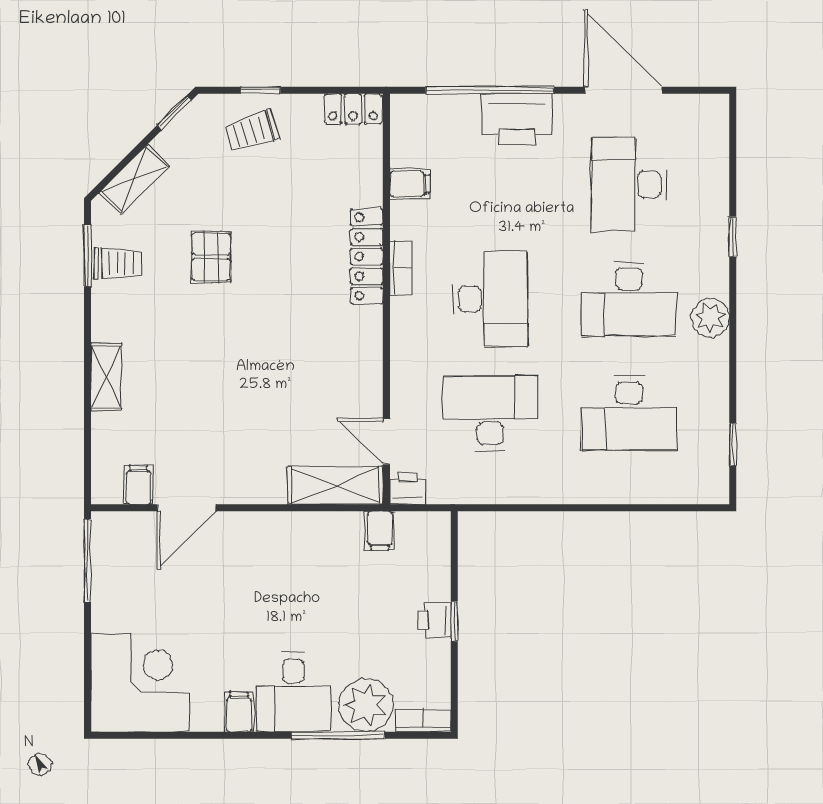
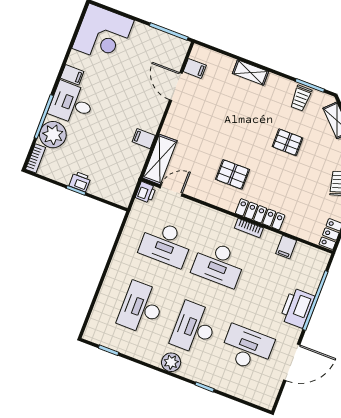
pallet: (311, 338) -> (232, 174), added
desk: (490, 413) -> (166, 244), turned 90
filing cabinet: (380, 531) -> (144, 139), moved

